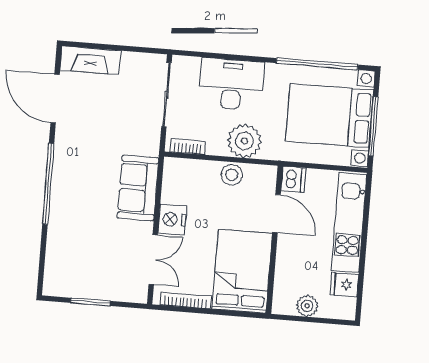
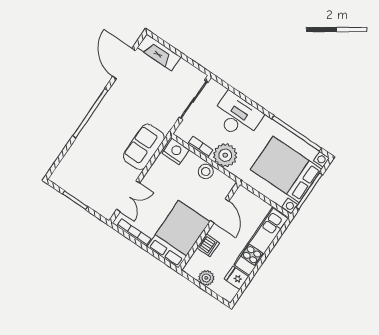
bookcase: (188, 146) -> (200, 147), moved
dishwasher: (293, 179) -> (208, 245), moved
nightstand: (172, 219) -> (176, 151), moved, turned 90

